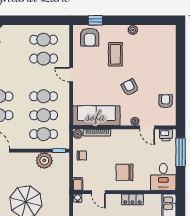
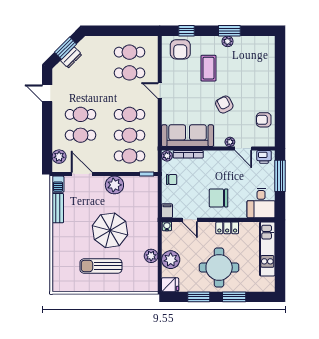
window: (134, 20) -> (229, 31), added
armchair: (166, 101) -> (264, 120), turned -90
plant: (44, 160) -> (114, 185), moved

